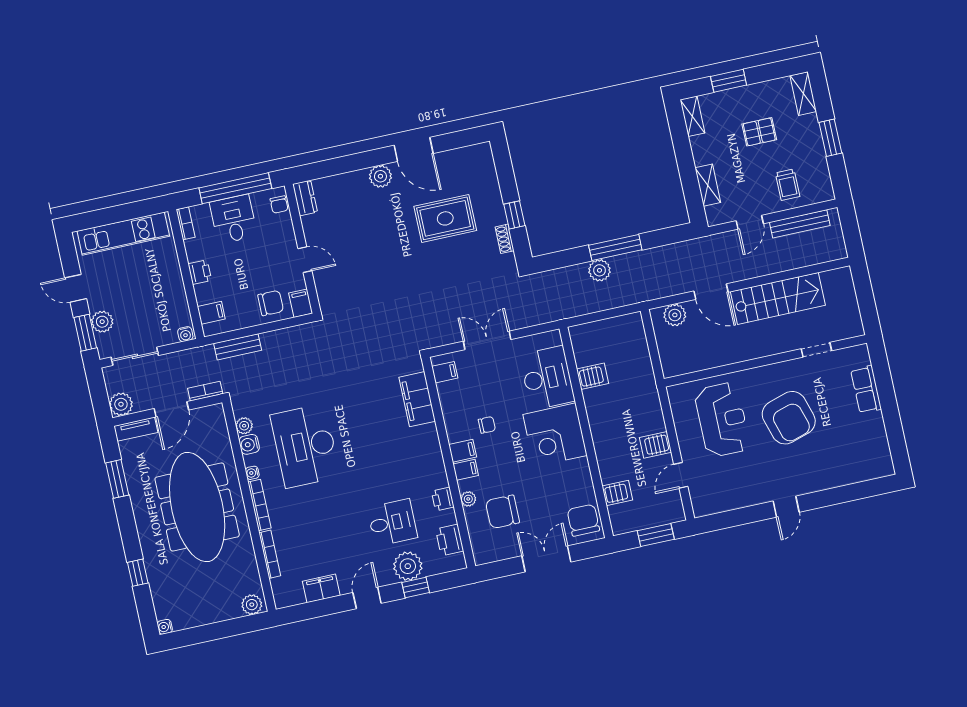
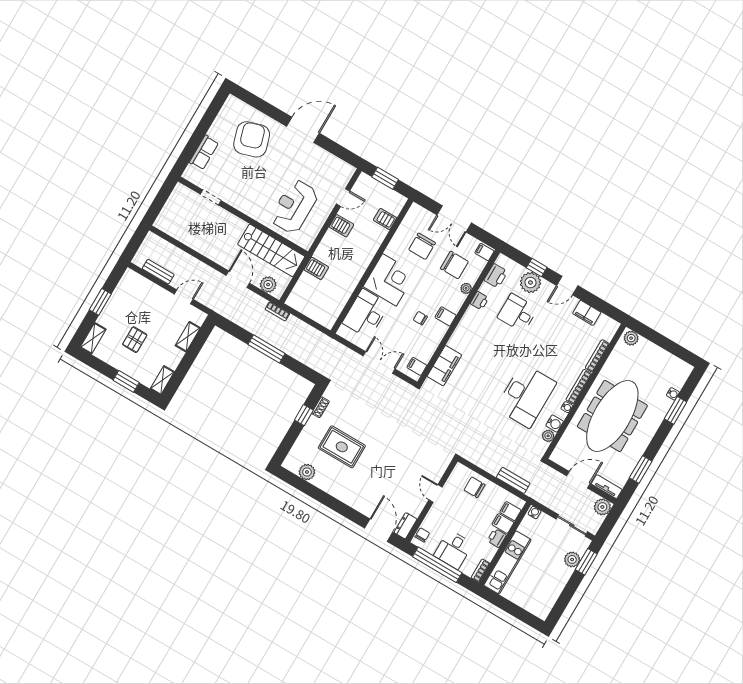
pallet: (759, 132) -> (135, 340), turned 90
door: (414, 149) -> (379, 530), moved
plant: (380, 176) -> (307, 472), moved
trolley: (788, 185) -> (146, 298), removed
bench: (800, 224) -> (158, 272), width x0.73
kitchen unit: (123, 234) -> (507, 562), moved, turned 90
plant: (599, 270) -> (286, 345), removed
door: (76, 288) -> (570, 590), removed
stairs: (778, 298) -> (271, 250), moved, turned 180
filing cabinet: (301, 303) -> (503, 523), moved, turned 90
double door: (487, 340) -> (379, 362), swing flipped
server rack: (592, 376) -> (316, 268), moved, turned 180
bookcase: (205, 391) -> (277, 311), moved
armchair: (789, 418) -> (252, 139), moved
filing cabinet: (466, 470) -> (484, 252), moved
door: (786, 507) -> (303, 130), width x1.88
chair: (583, 520) -> (422, 246), moved
window: (138, 573) -> (676, 410), width x1.50
water cooler: (165, 627) -> (673, 394), moved

